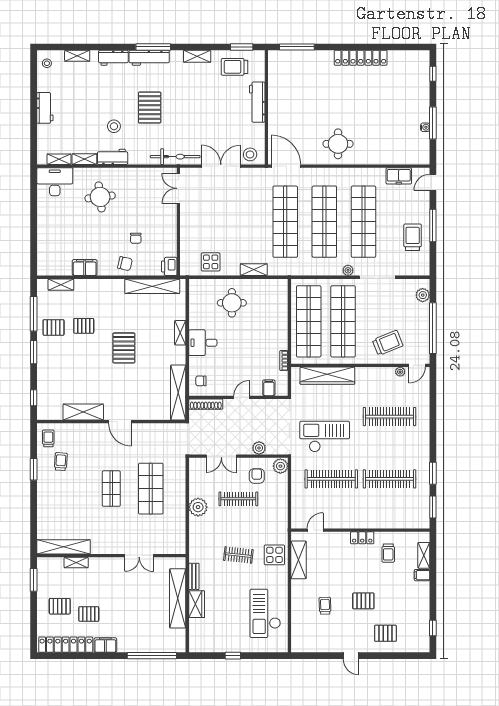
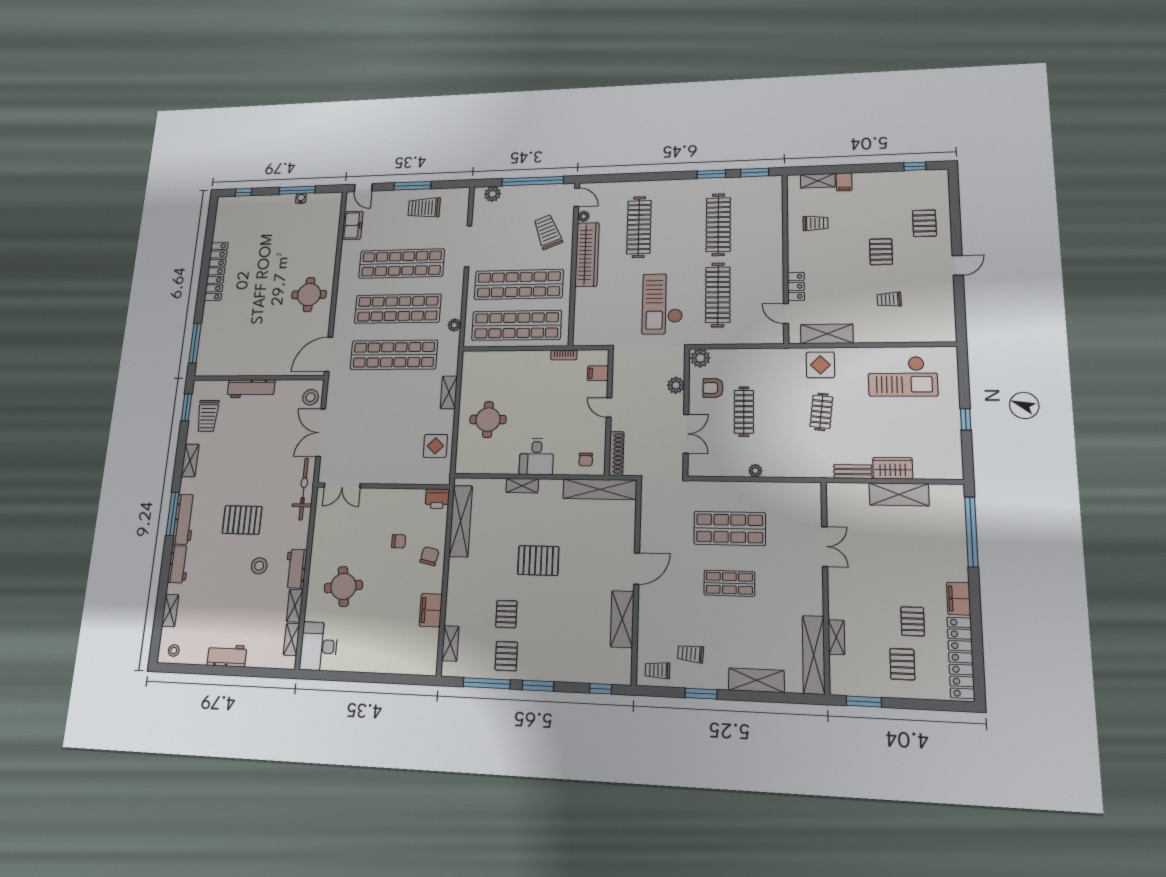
plant: (348, 270) -> (454, 325), moved
wardrobe: (327, 376) -> (587, 255), moved
plant: (198, 507) -> (755, 471), width x0.53, depth x0.53
shelving: (44, 508) -> (756, 680), added
locker: (362, 538) -> (796, 286), moved
shelving: (178, 598) -> (899, 494), width x0.68

